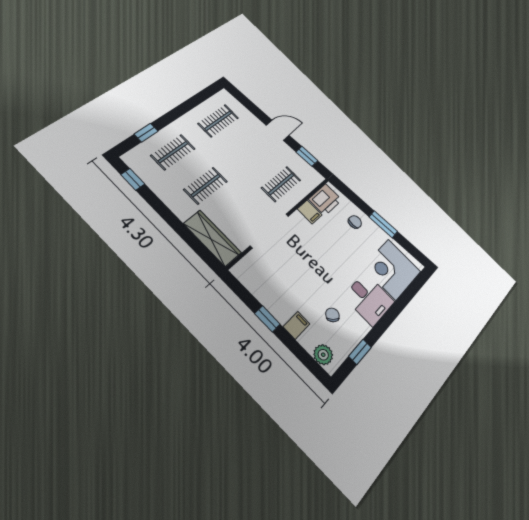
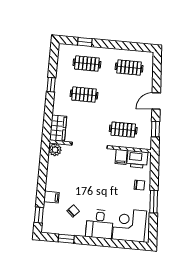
door: (278, 130) -> (156, 101), swing flipped
window: (133, 179) -> (51, 85), moved
wardrobe: (212, 238) -> (58, 128), width x0.67
window: (267, 319) -> (39, 215), moved
plant: (323, 355) -> (55, 150), moved

